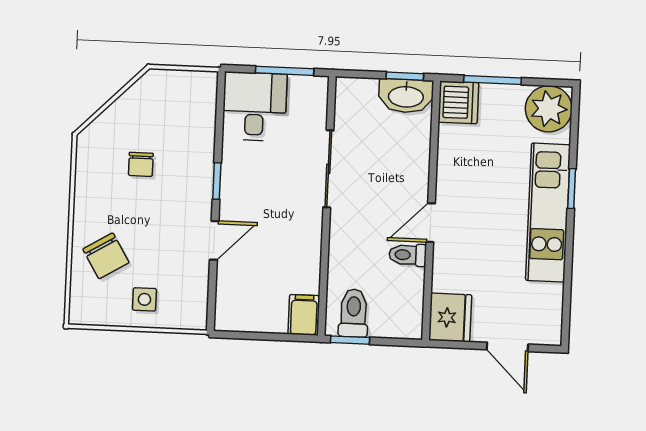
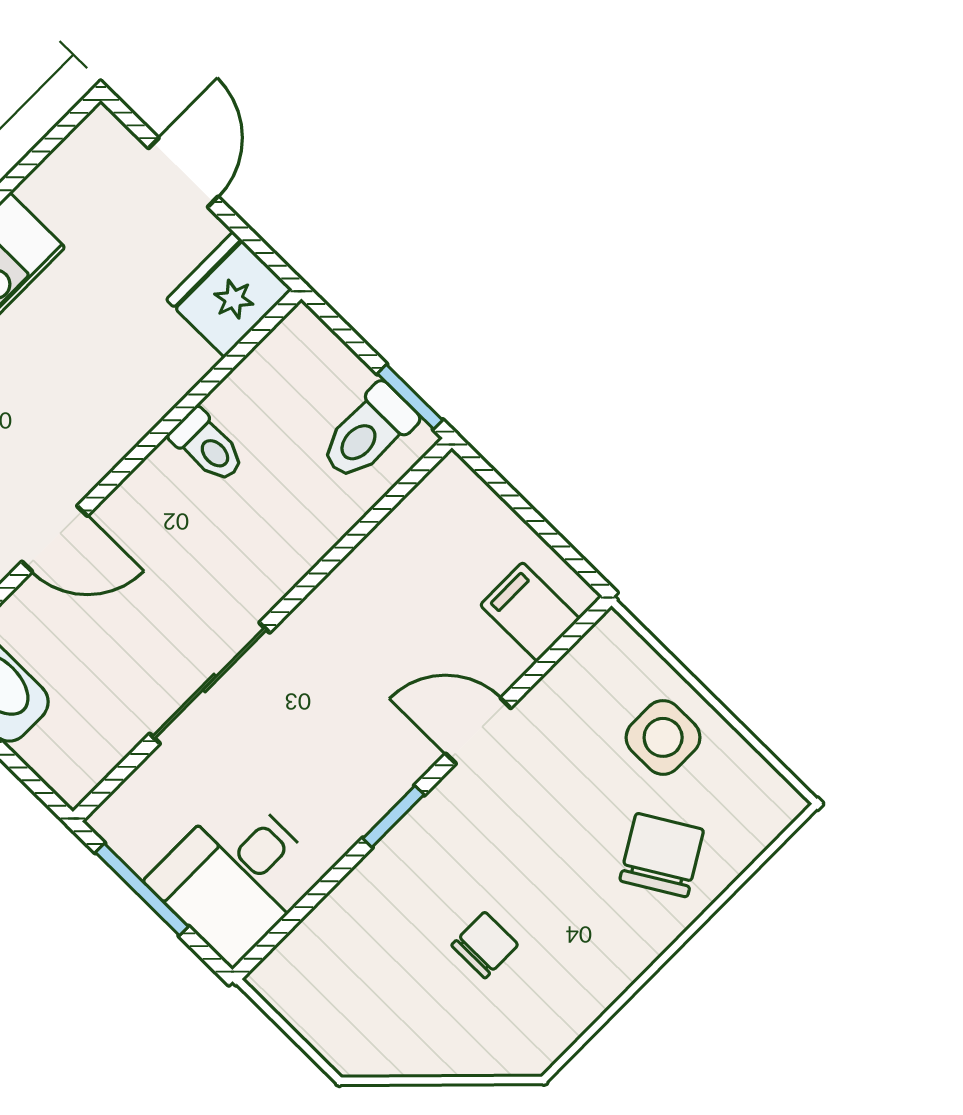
door: (431, 223) -> (55, 539), moved
side table: (144, 299) -> (663, 737), width x1.37, depth x1.37
filing cabinet: (304, 315) -> (530, 612), moved, turned 90

